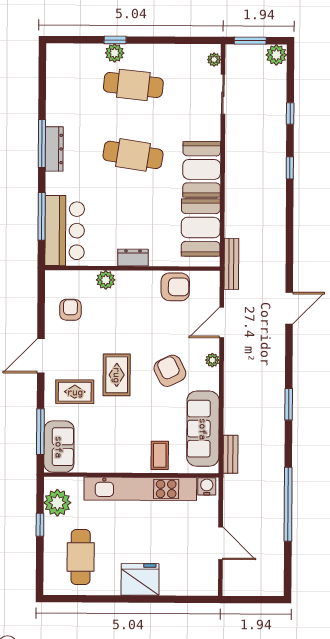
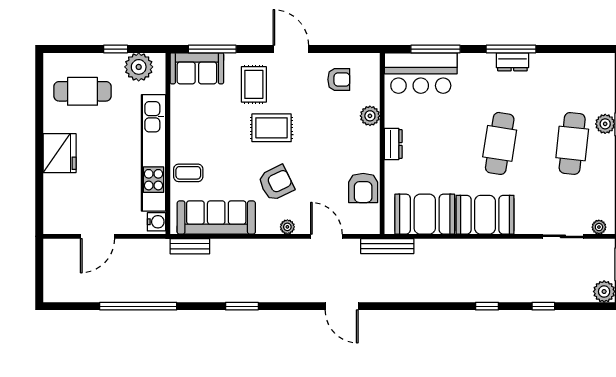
dresser: (54, 149) -> (512, 62), width x0.70

